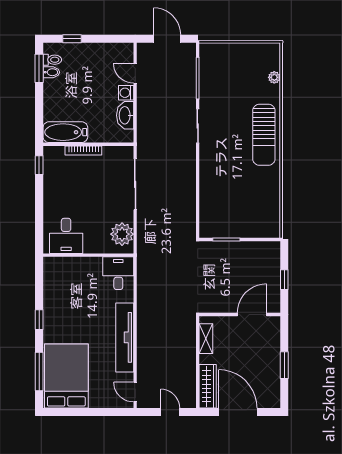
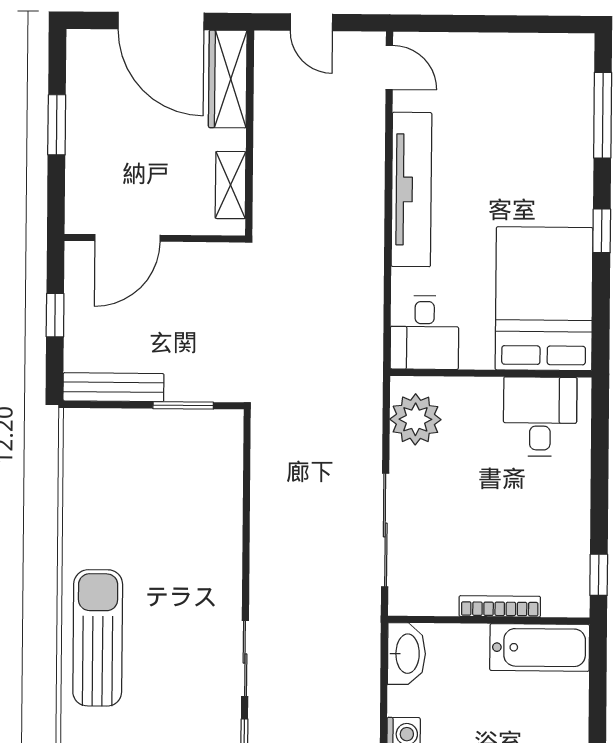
washbasin: (125, 115) -> (406, 654), moved
bench: (258, 247) -> (113, 387), added
bed: (66, 376) -> (544, 299), moved, turned 180

